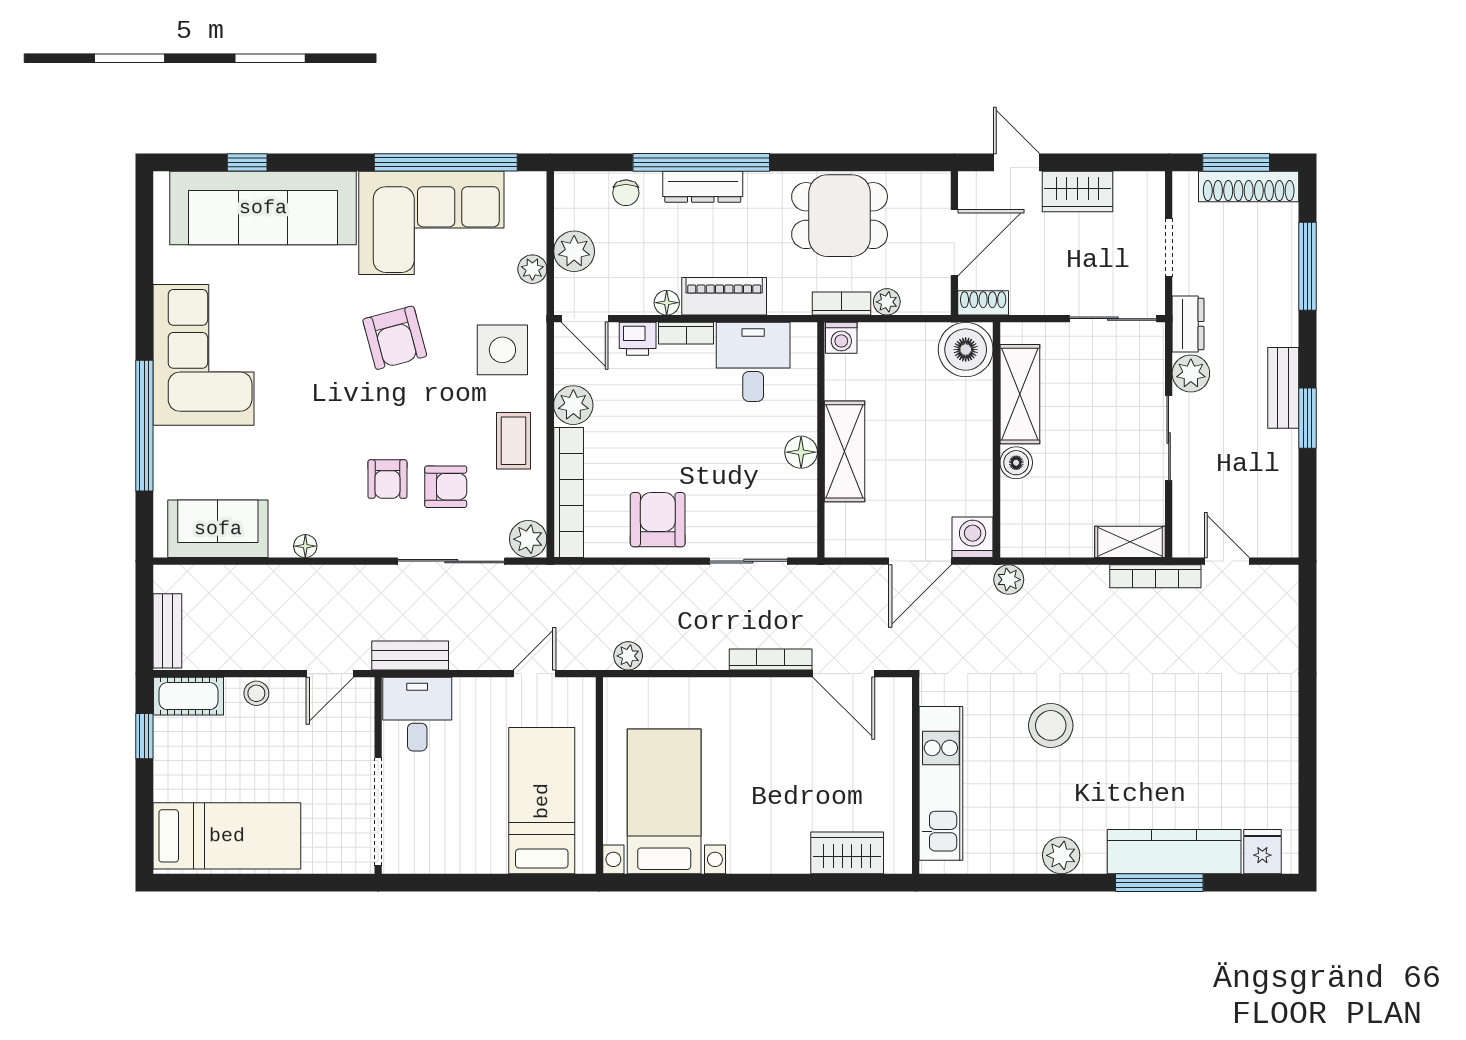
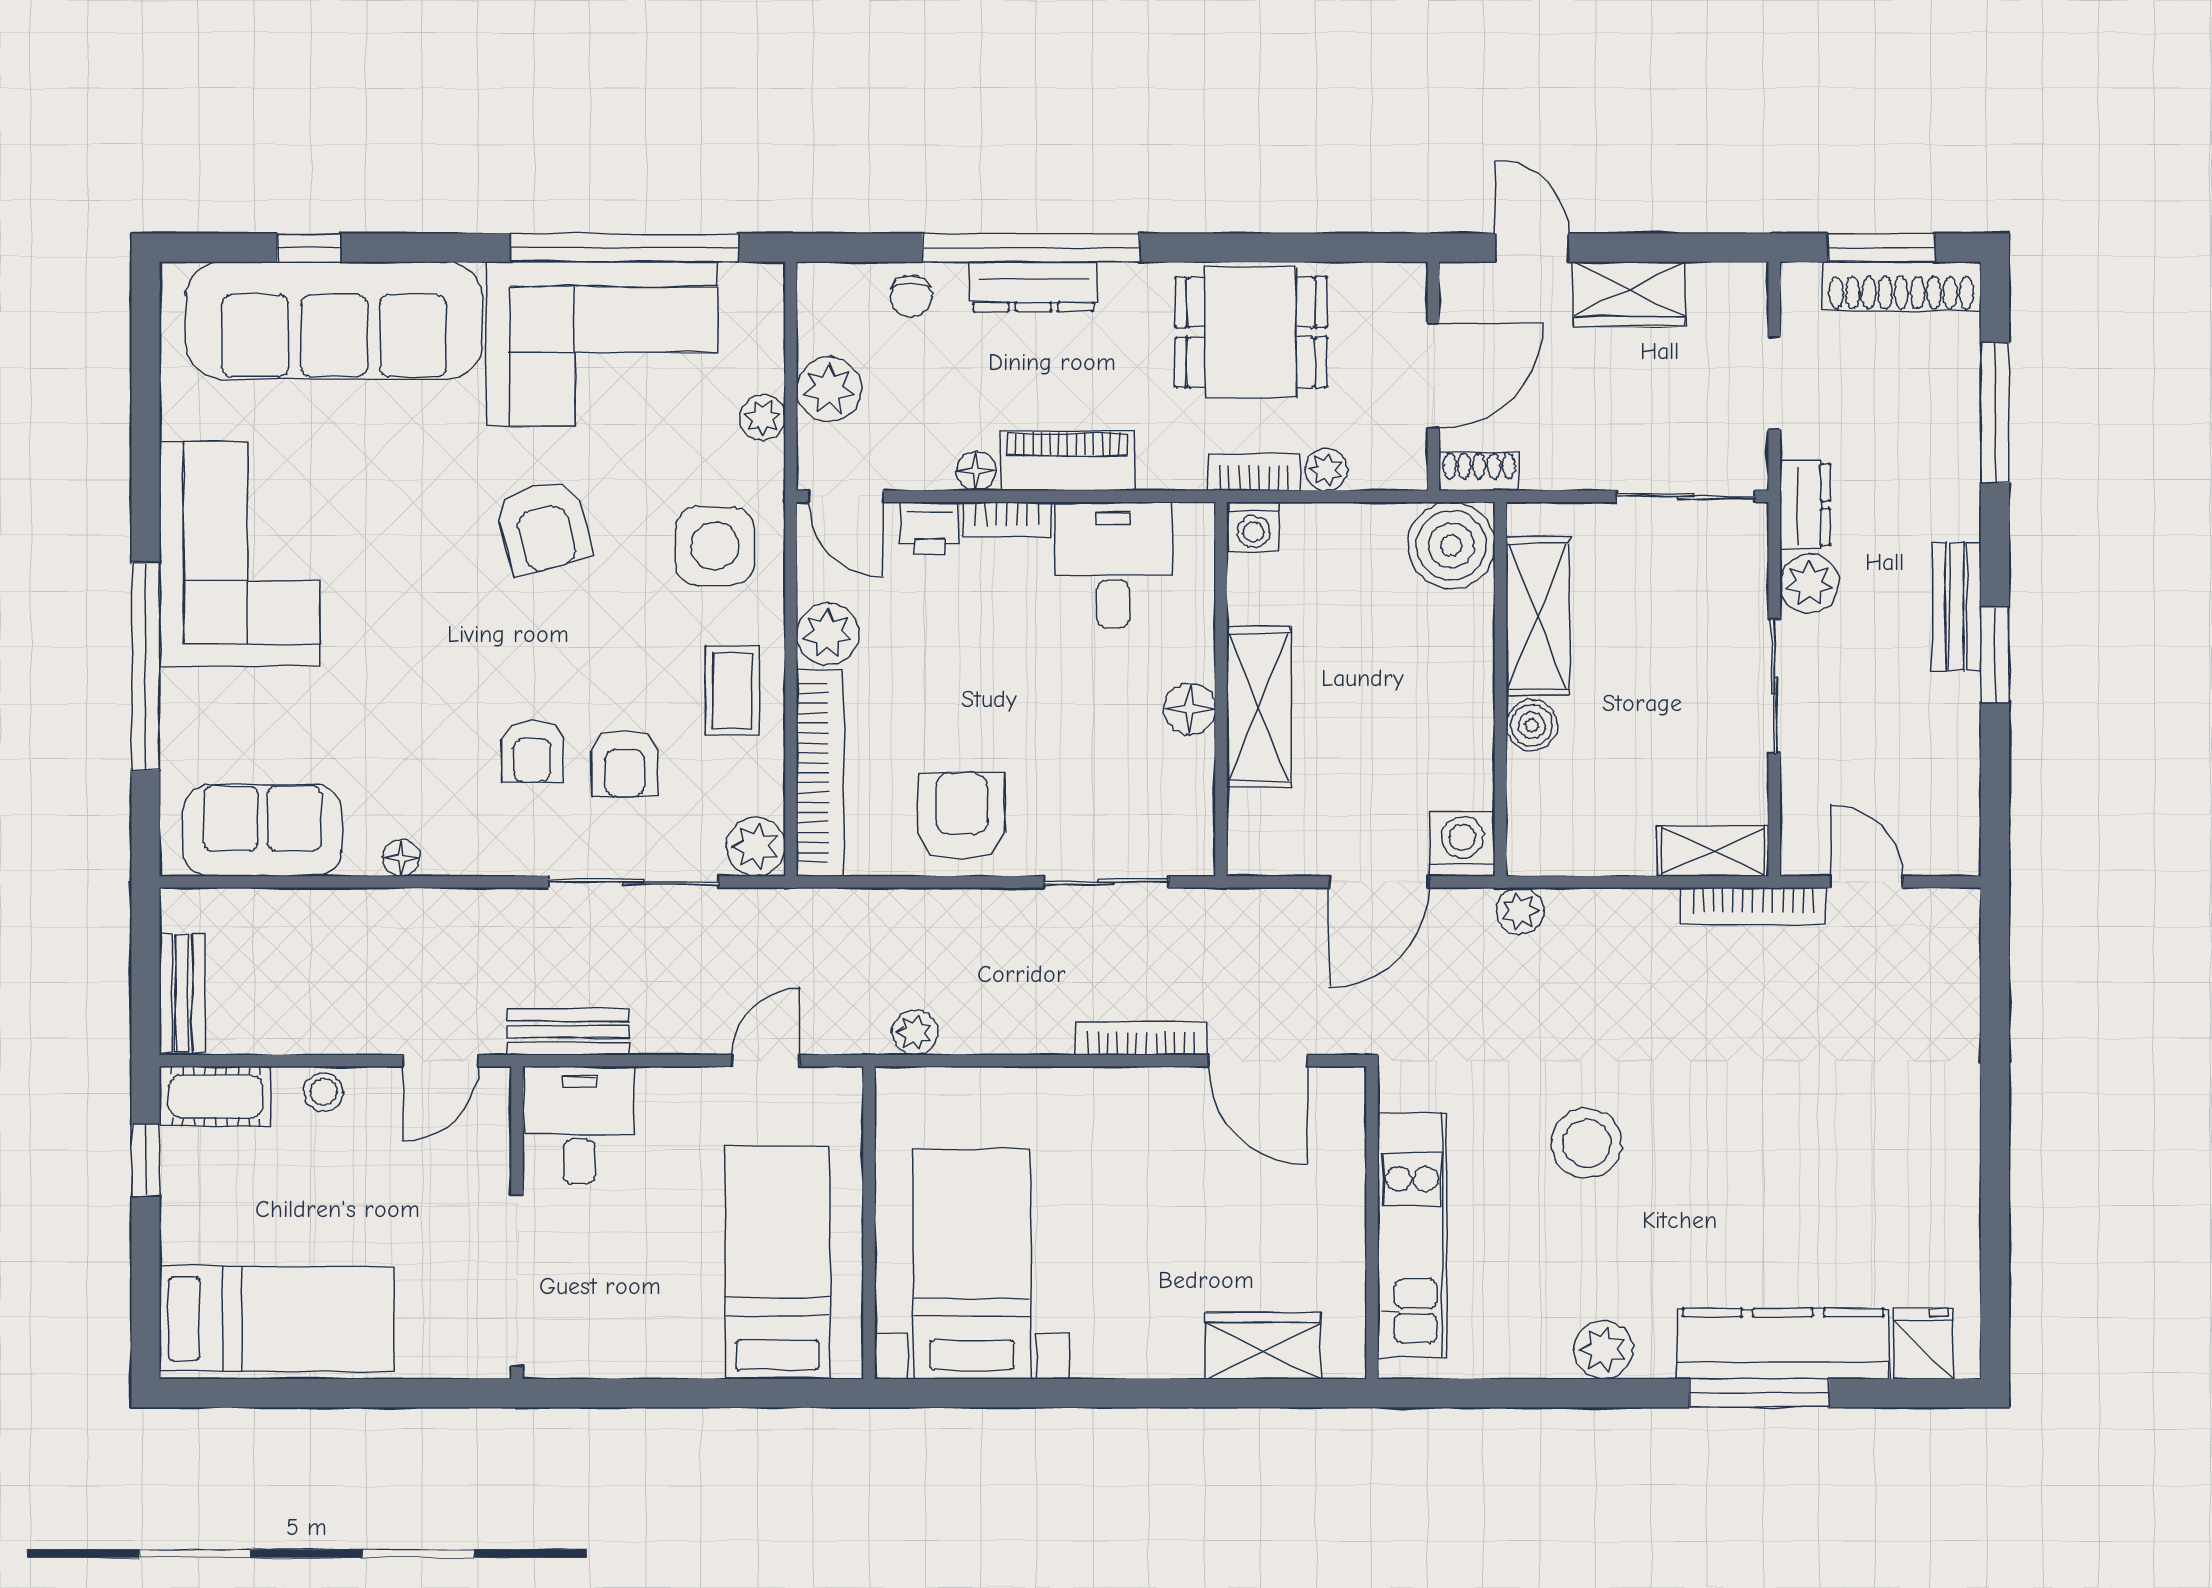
armchair: (446, 487) -> (625, 763), turned 90

